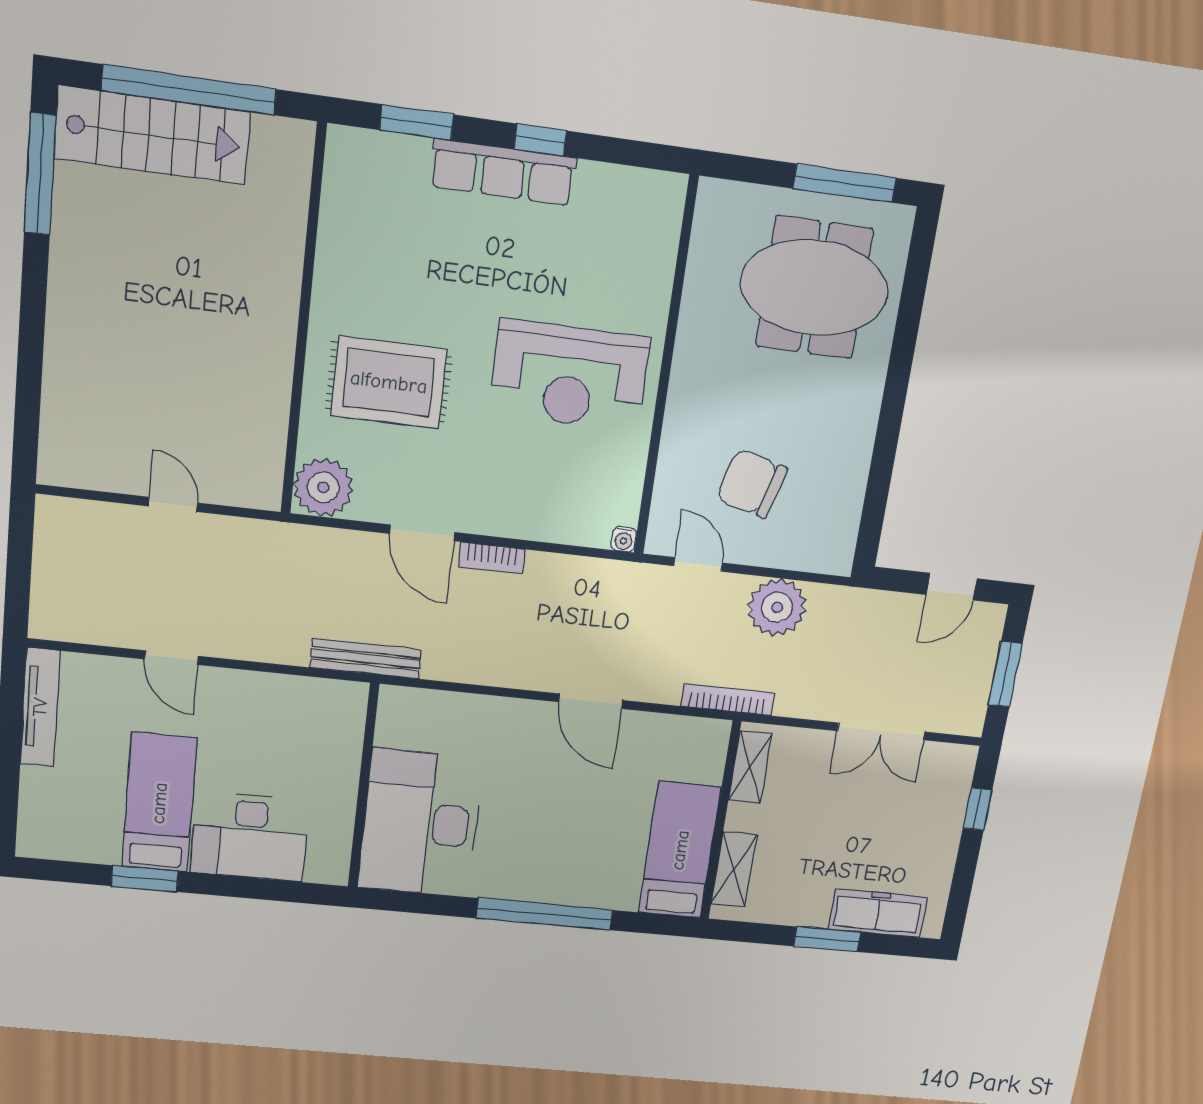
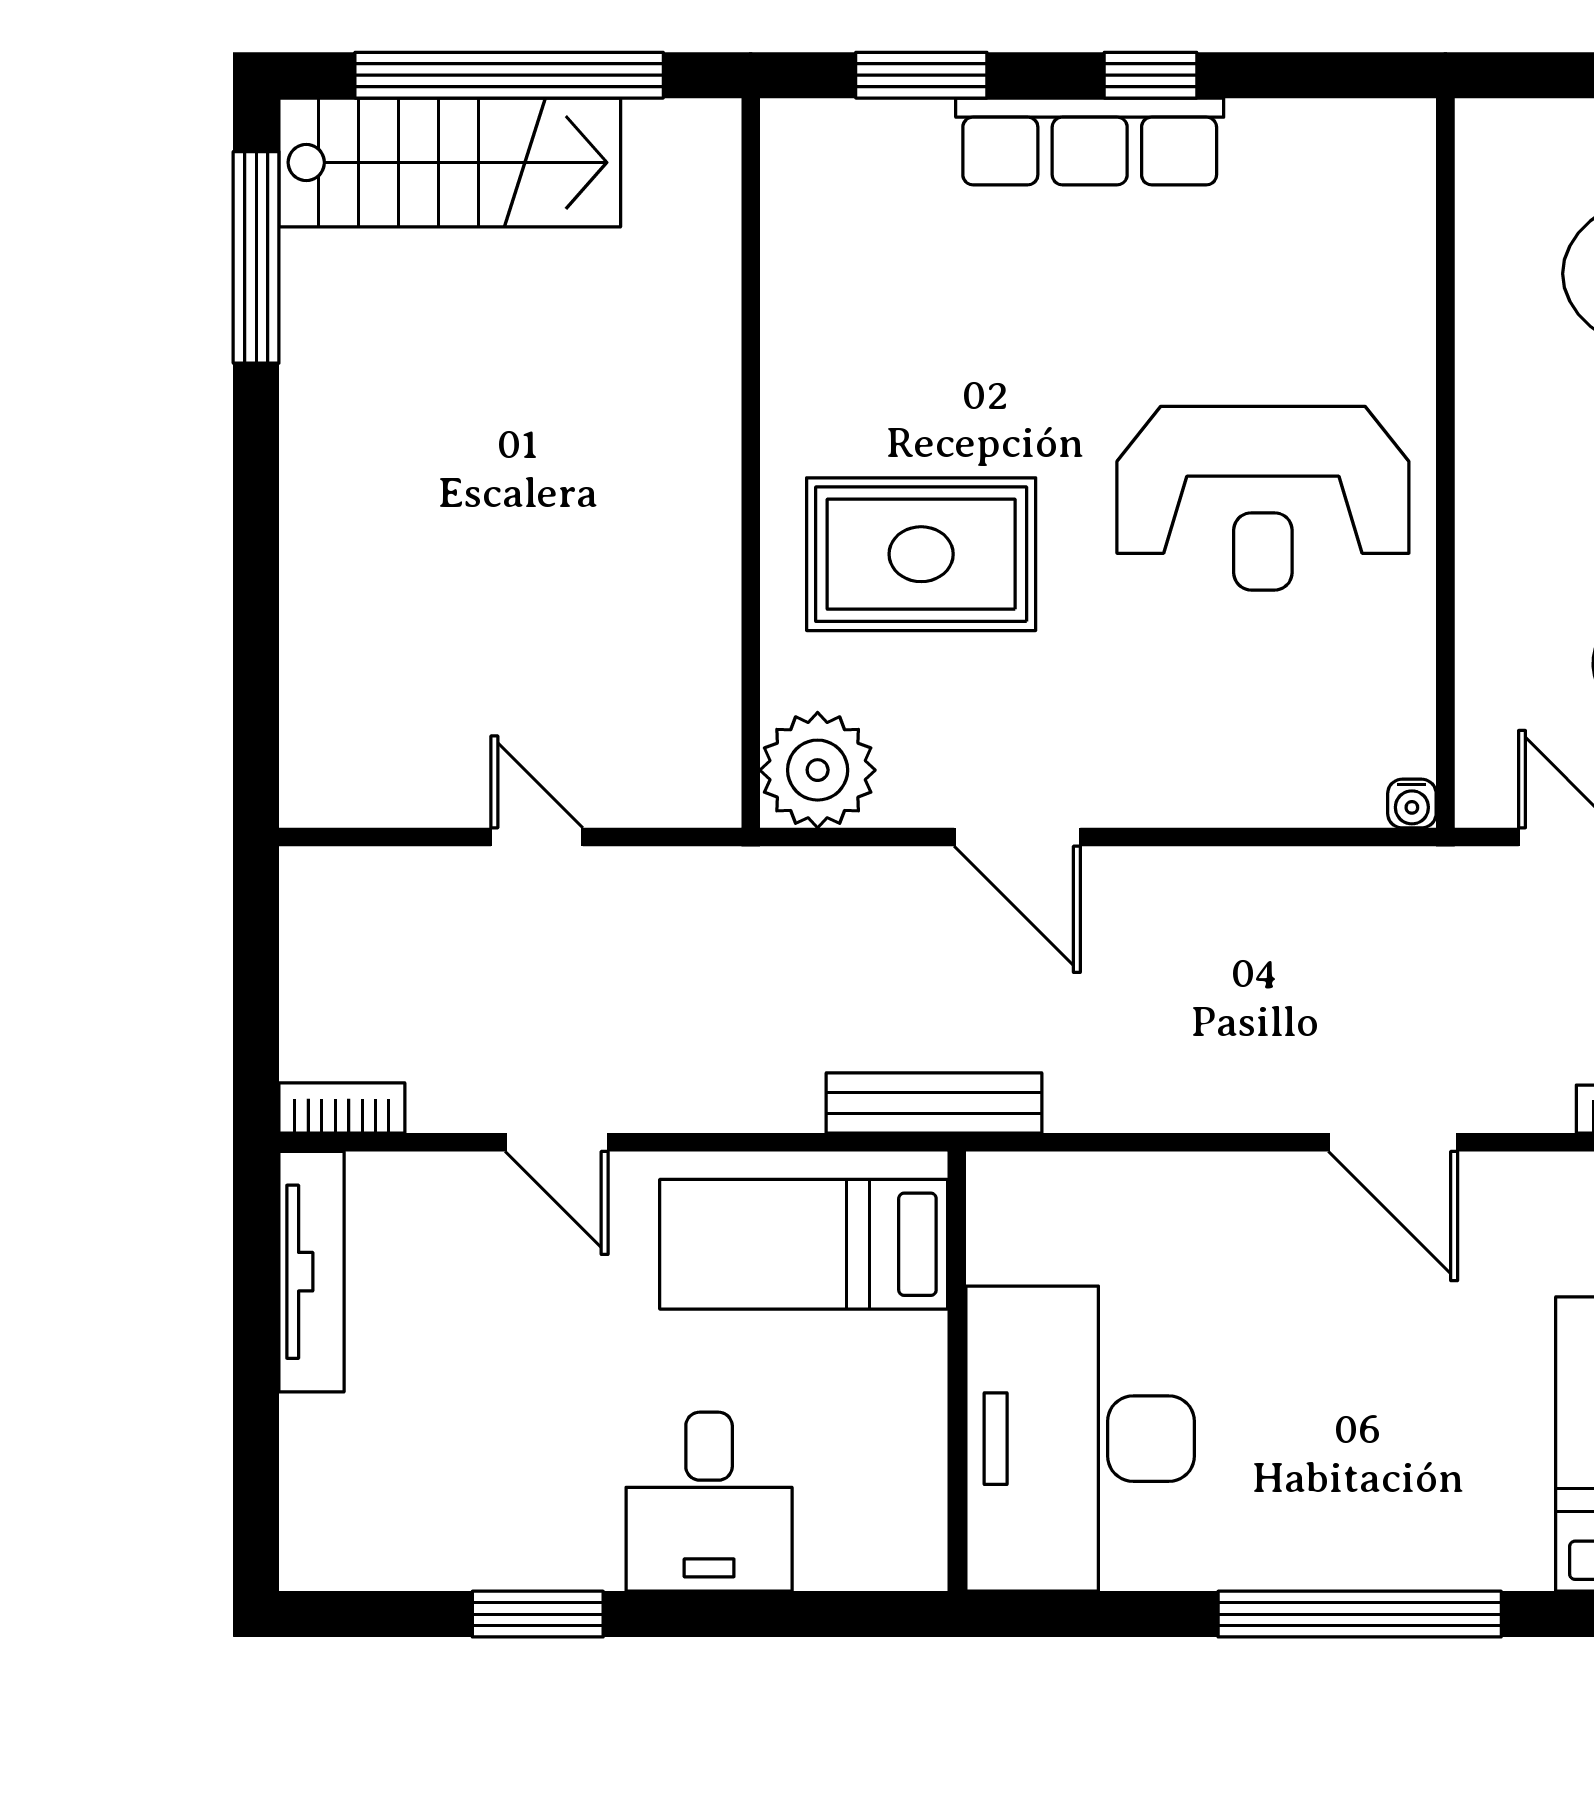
bookcase: (492, 558) -> (342, 1108), moved, turned 180
bed: (159, 803) -> (804, 1244), moved, turned -90
desk: (250, 836) -> (709, 1502), width x0.73

